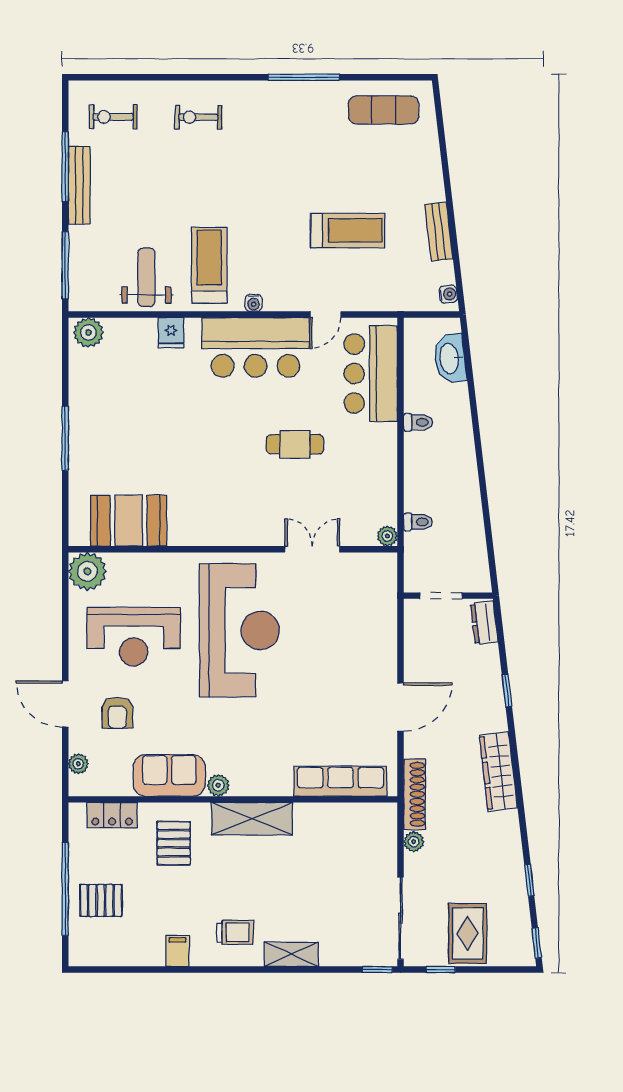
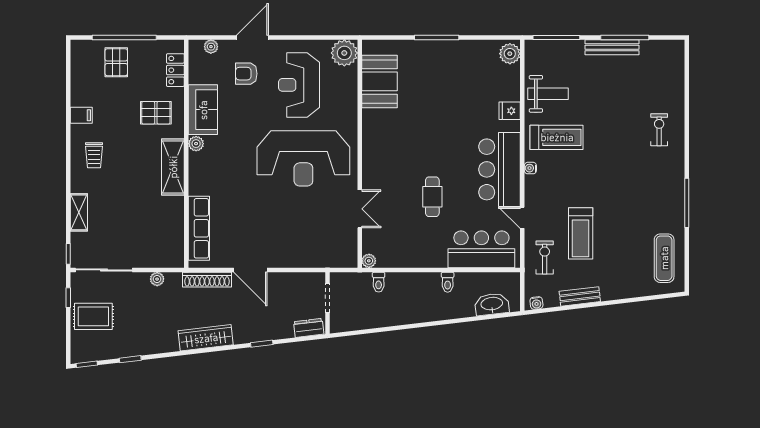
exercise bike: (113, 117) -> (545, 258), moved
shoe rack: (415, 794) -> (207, 280), moved
shelving: (291, 954) -> (79, 212), moved

